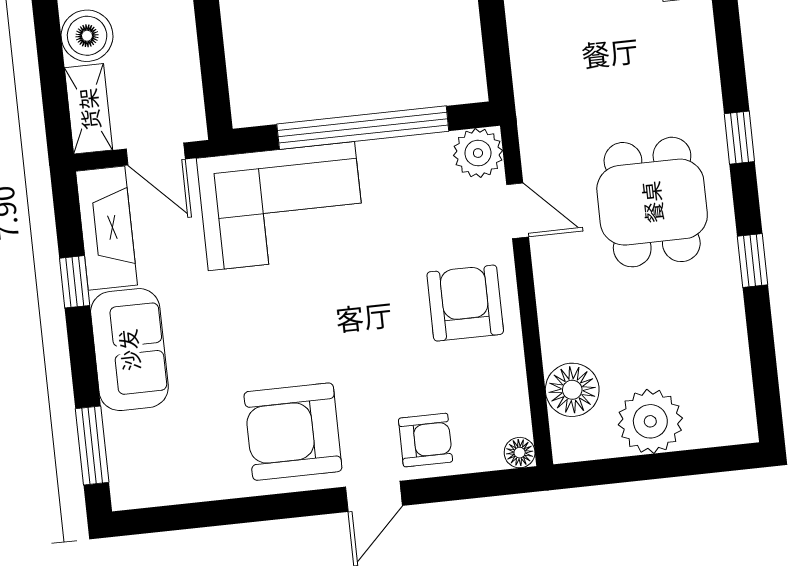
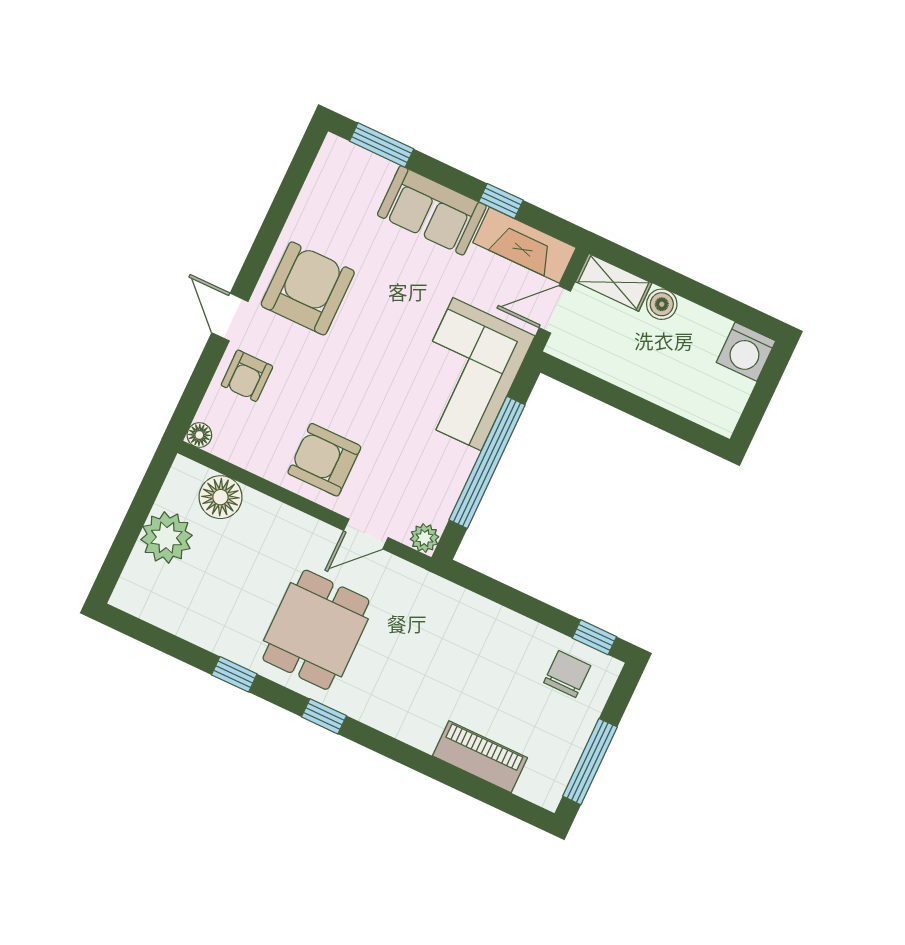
boiler: (87, 36) -> (662, 304), width x0.73, depth x0.73
plant: (478, 153) -> (424, 538), width x0.73, depth x0.73
dining table: (652, 202) -> (316, 630), turned 90
armchair: (465, 303) -> (324, 460), turned 180

